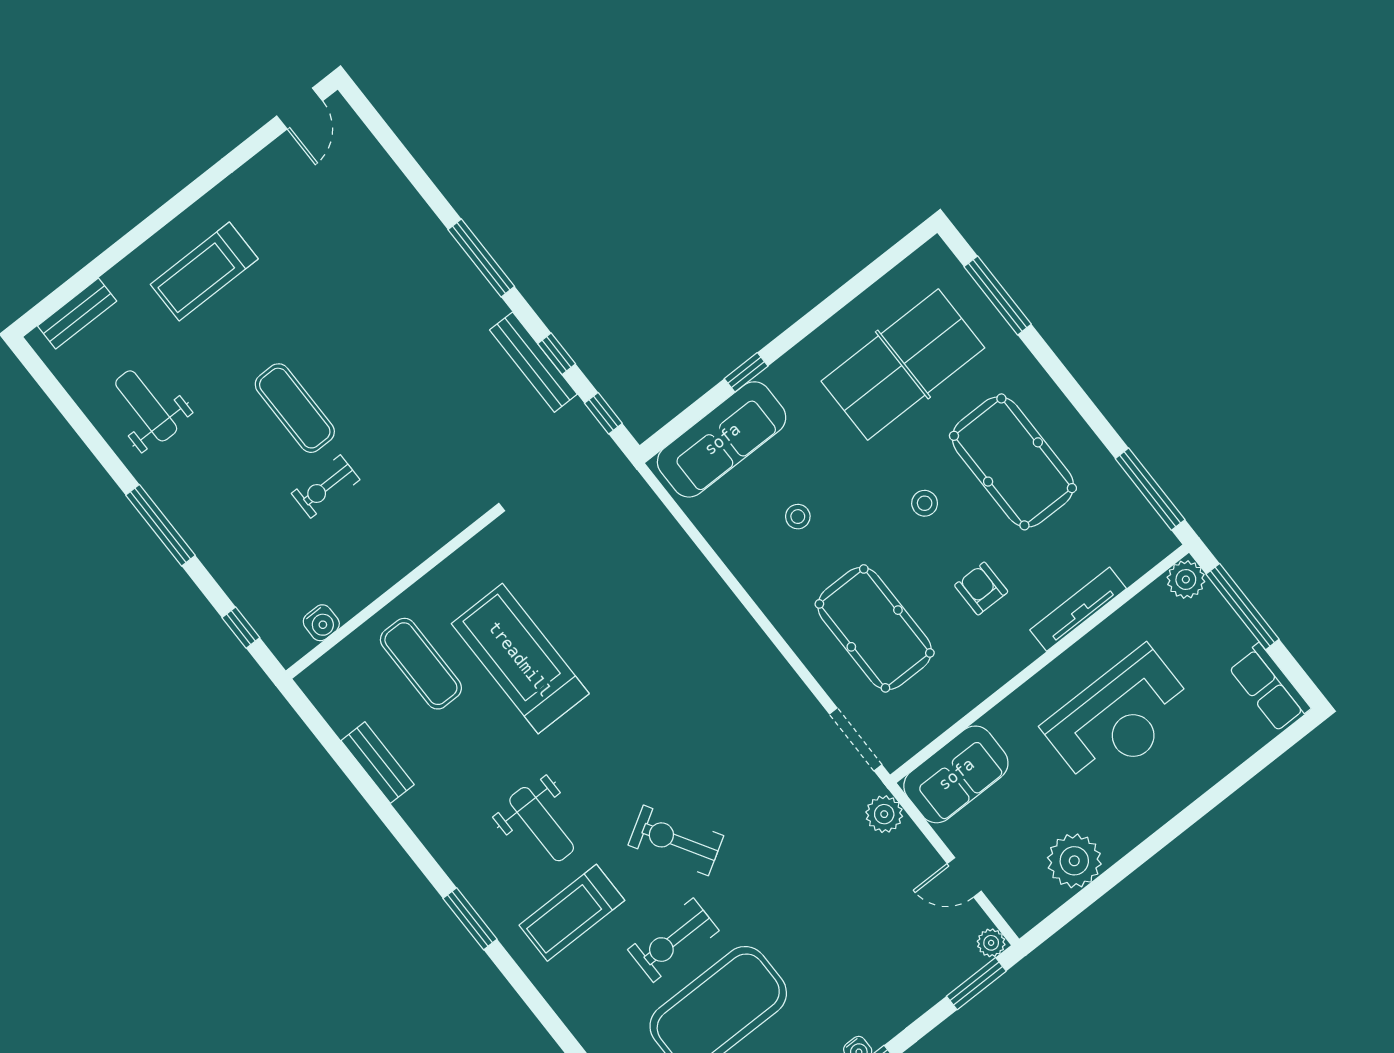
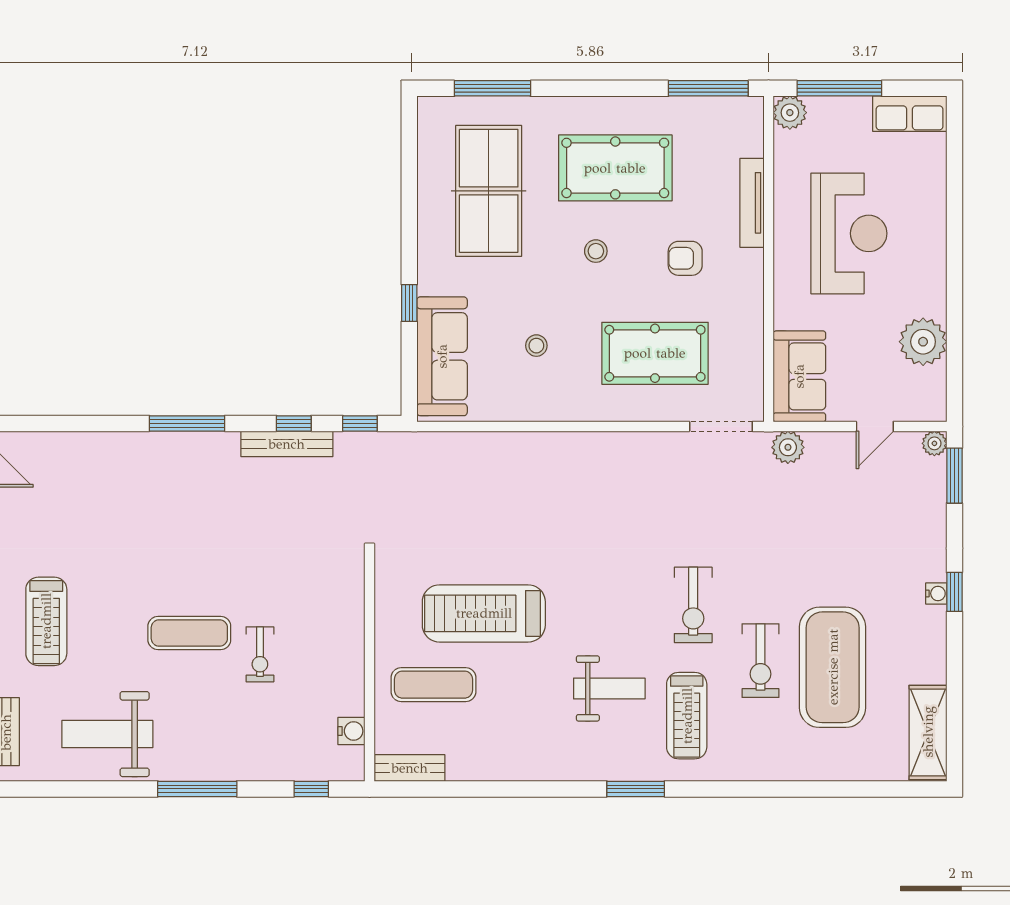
weight bench: (146, 406) -> (107, 734), width x1.36, depth x1.33
bench: (378, 763) -> (410, 768), moved
exercise bike: (676, 840) -> (693, 605), turned -59

